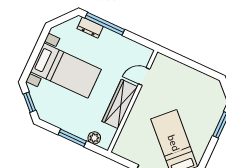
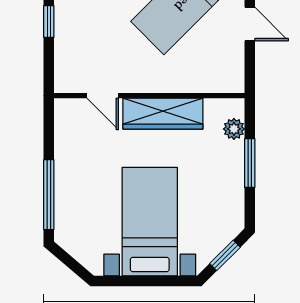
dresser: (90, 27) -> (65, 215), removed
window: (196, 66) -> (49, 22), added

